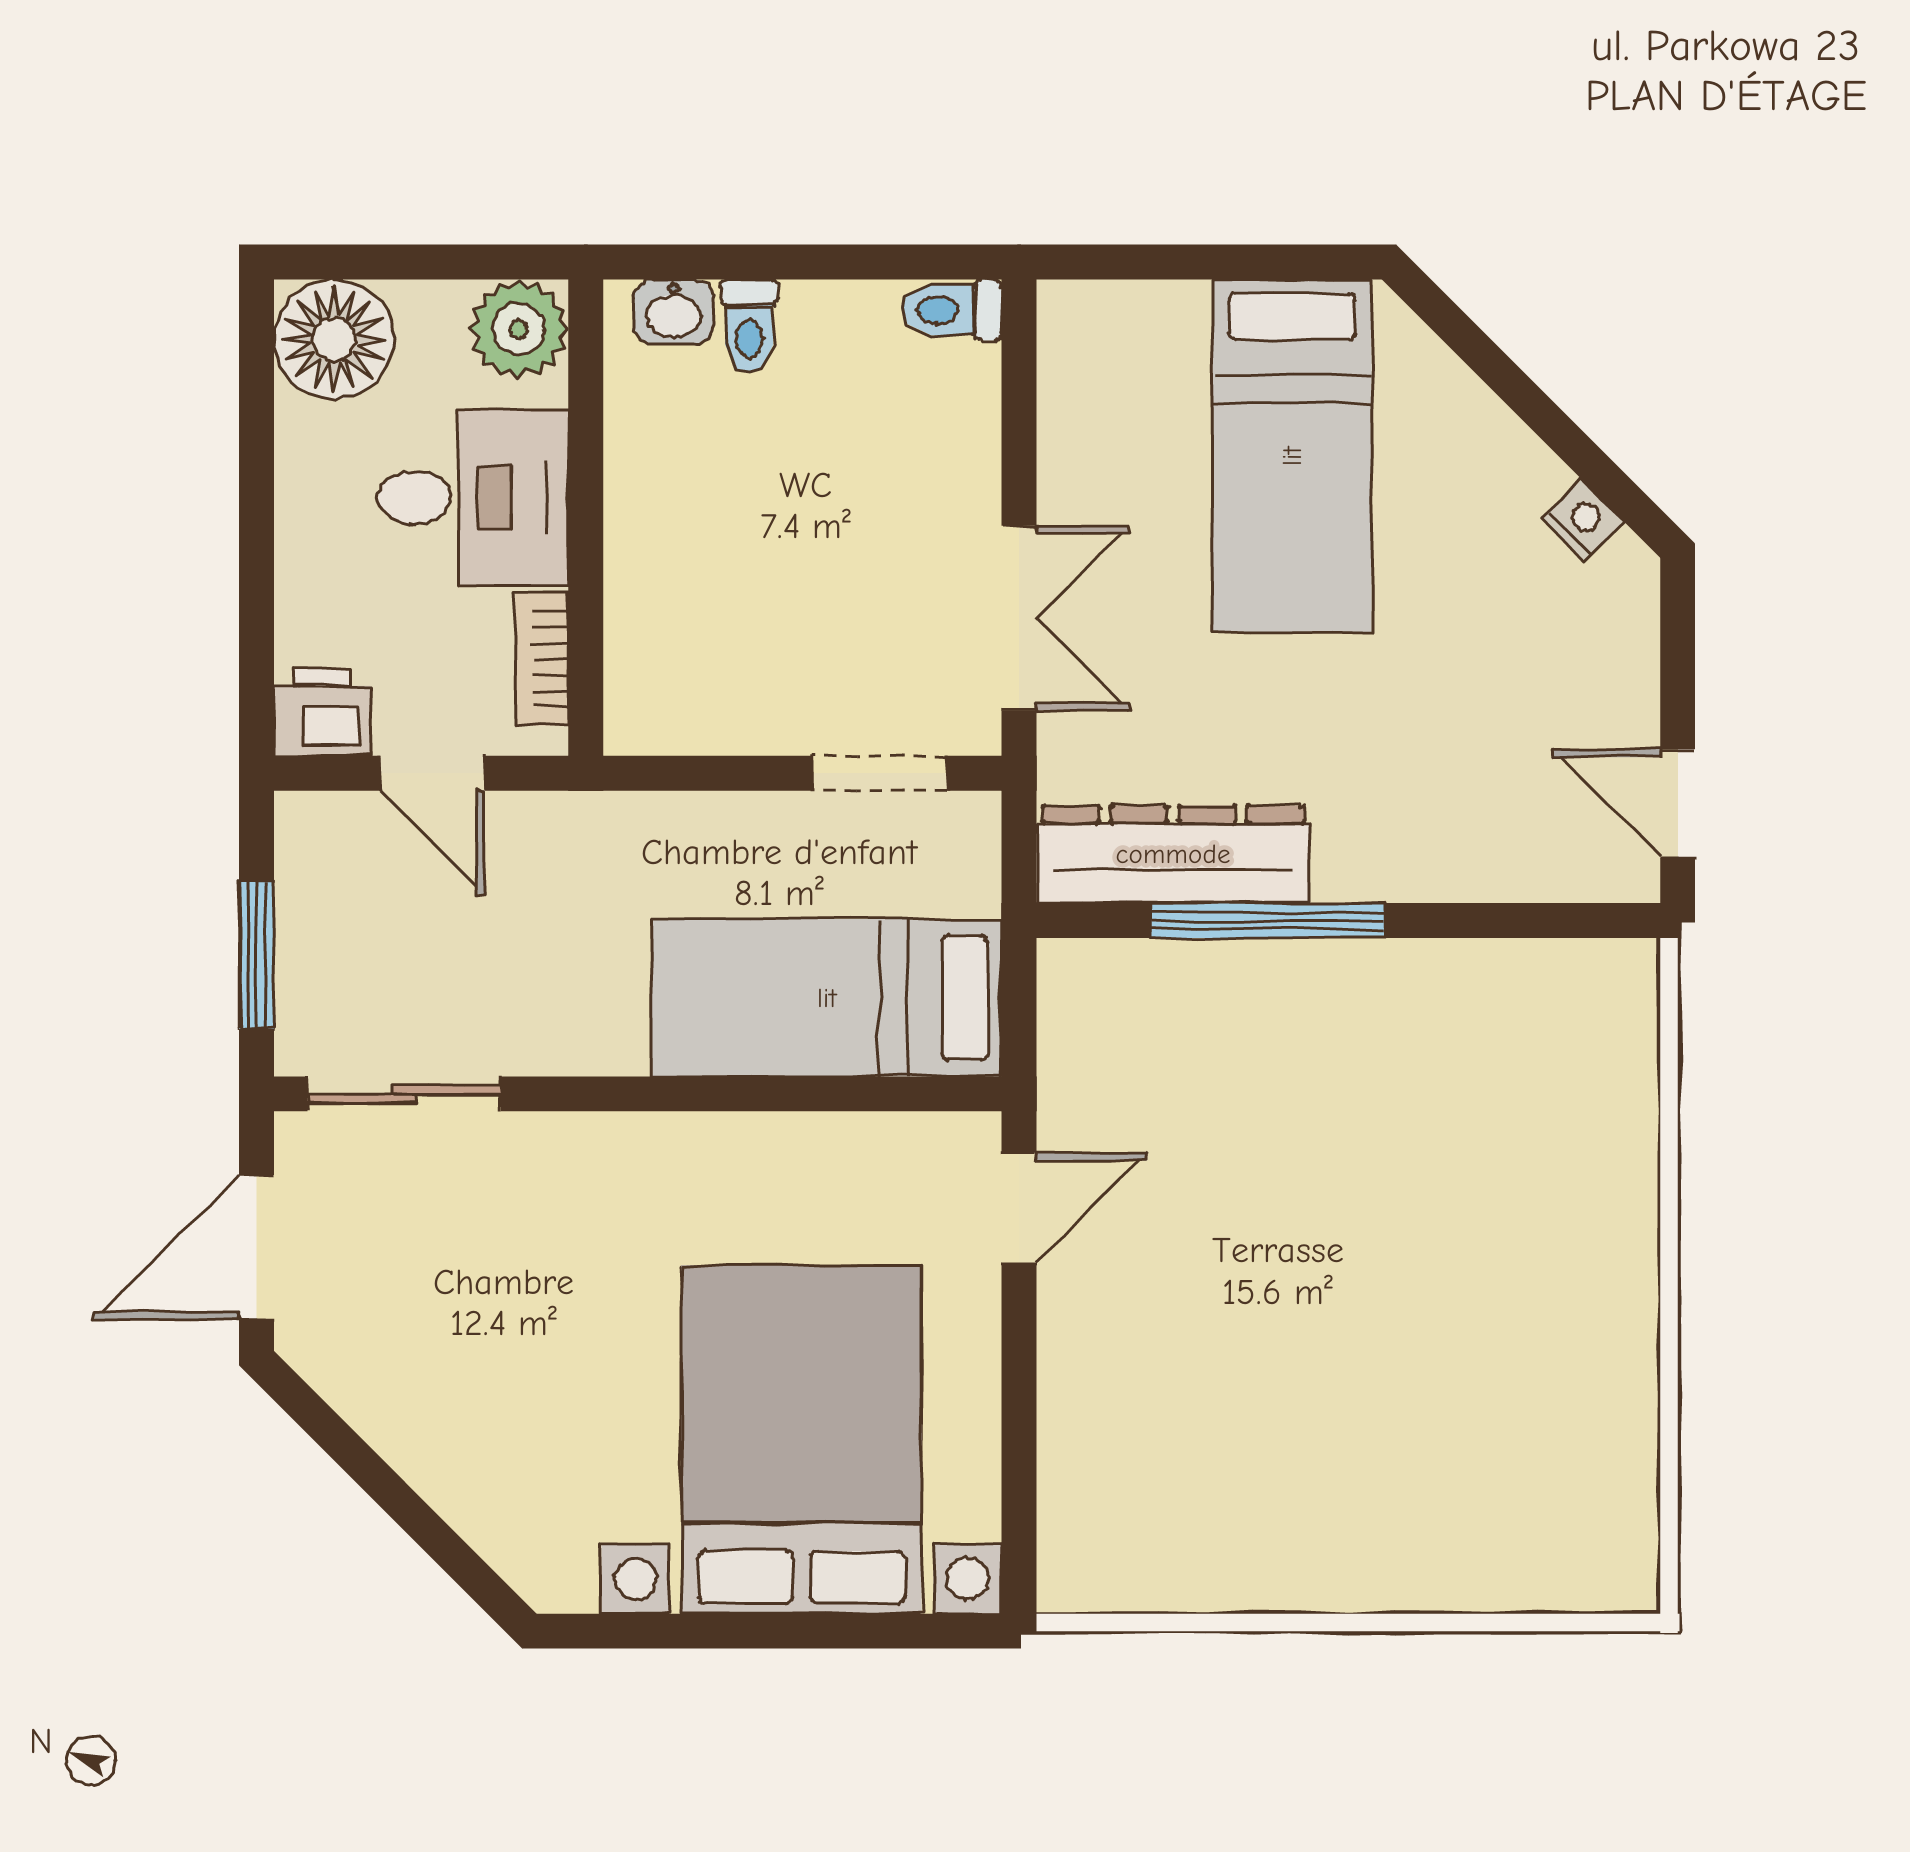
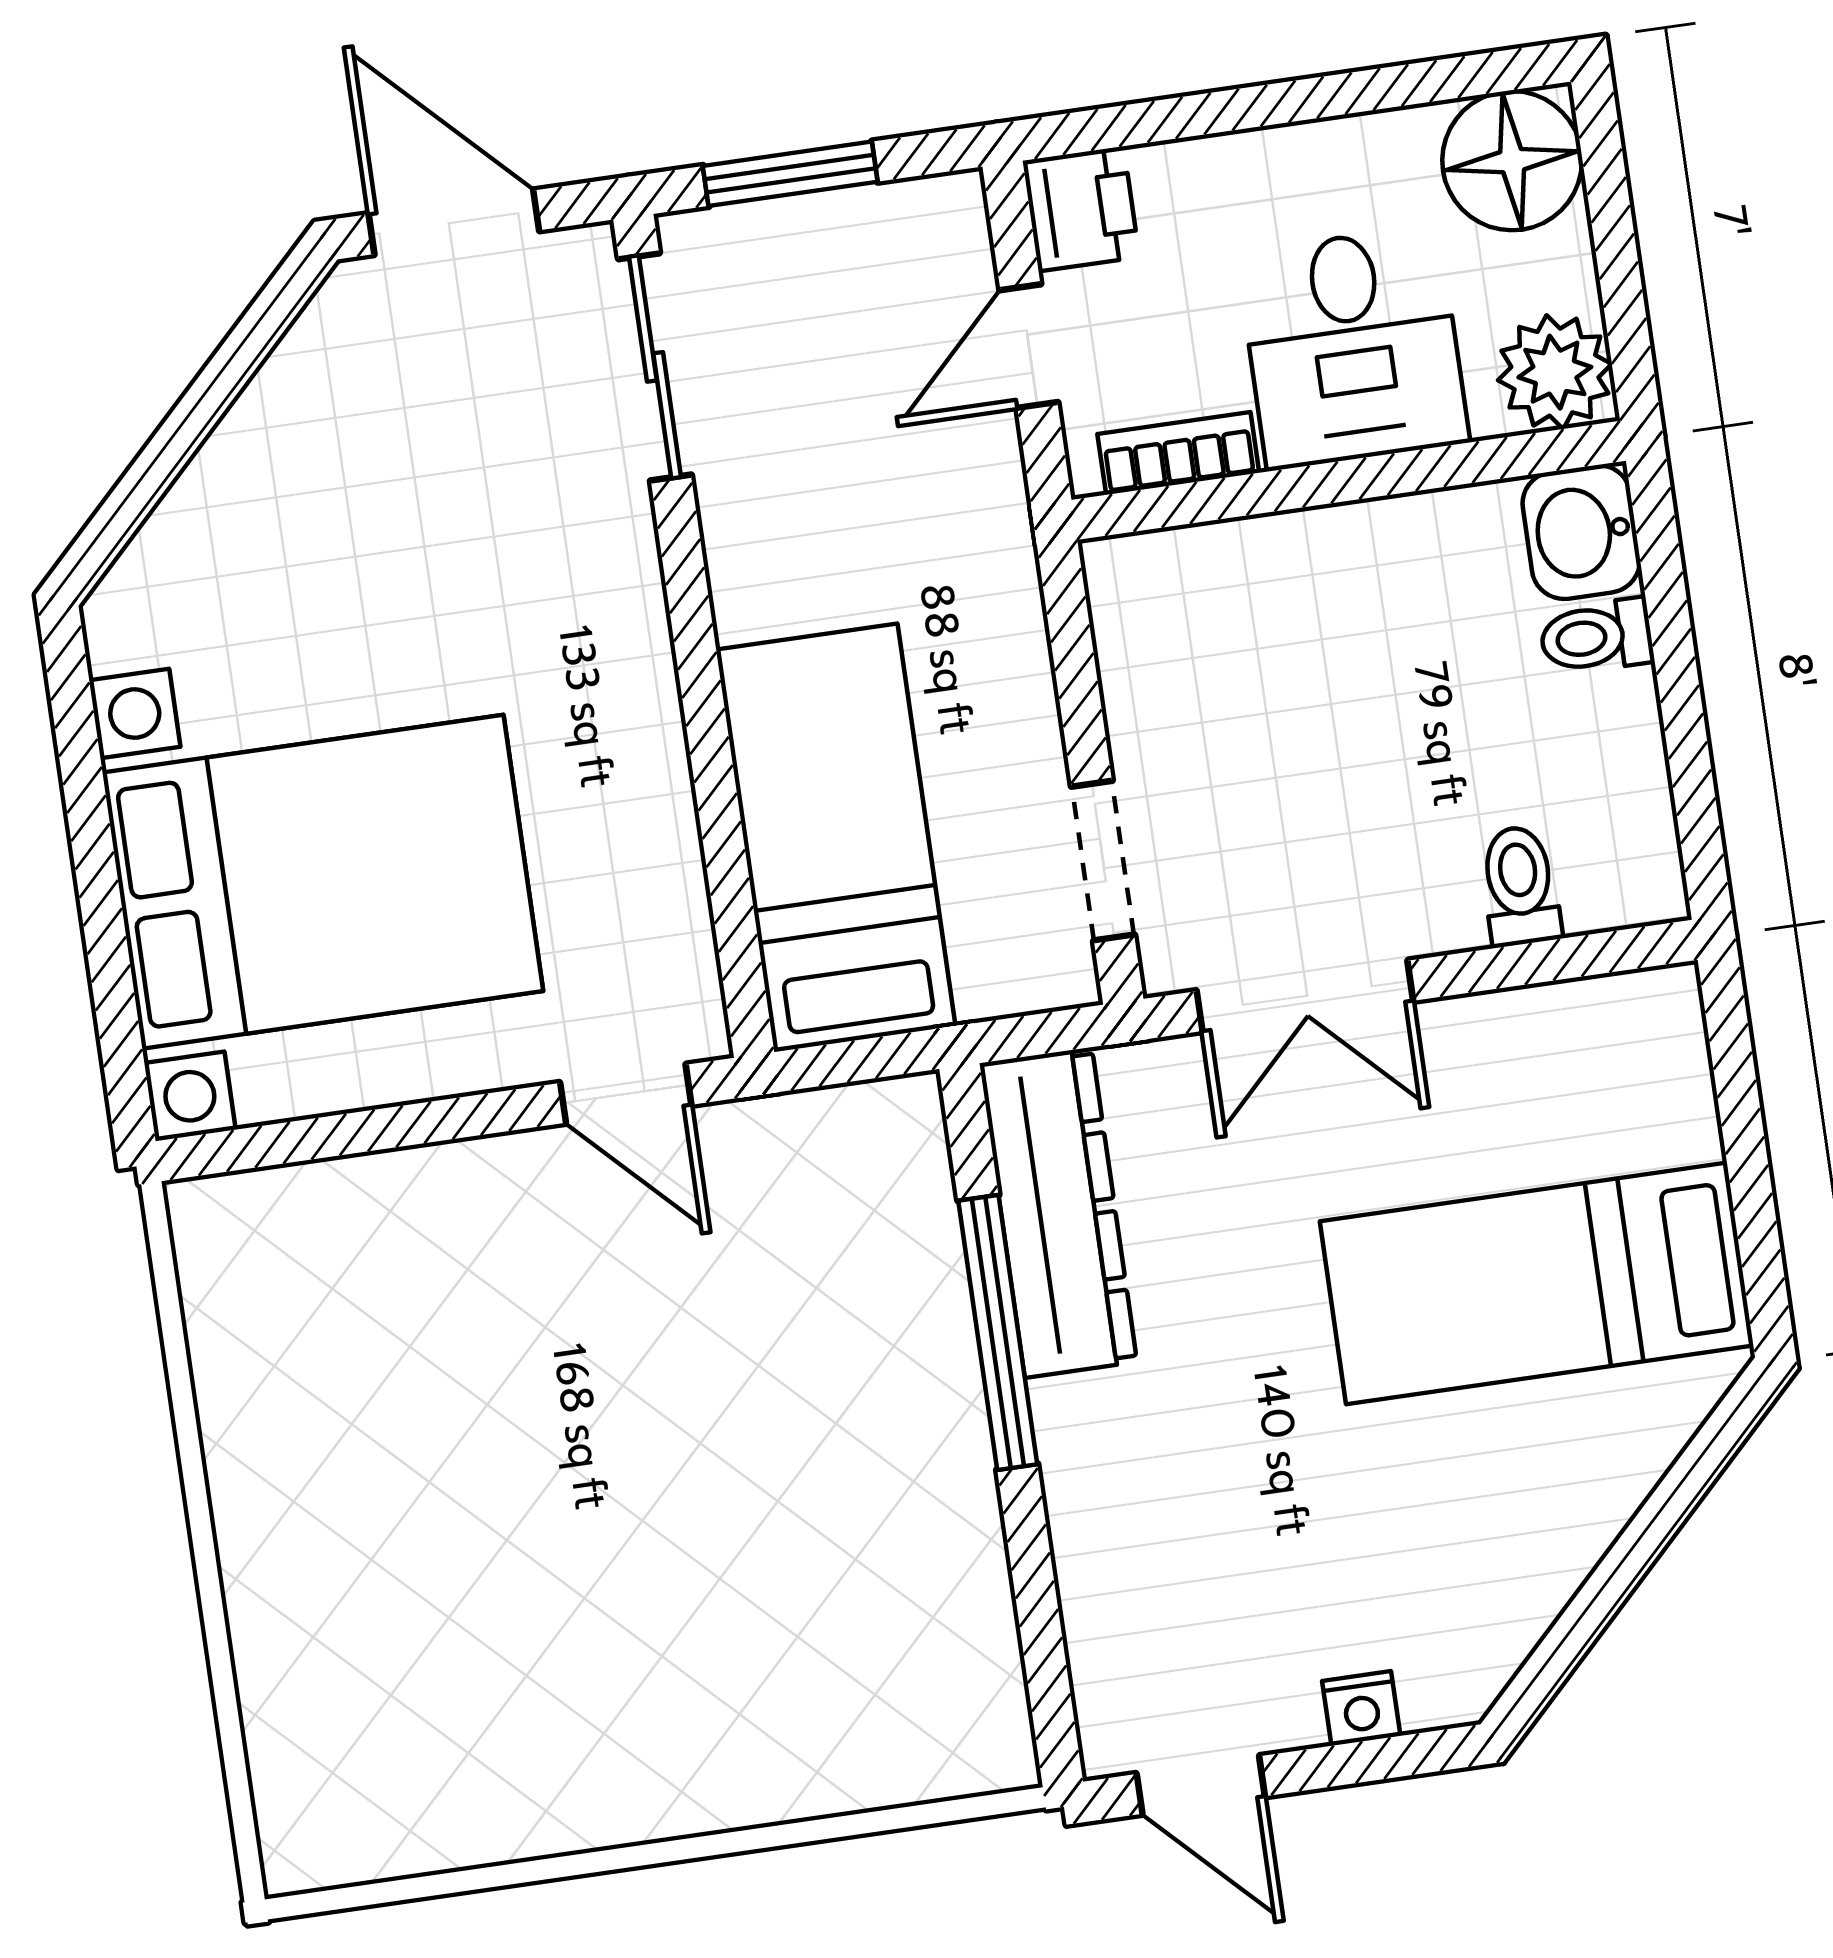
toilet: (952, 310) -> (1520, 886), moved
washbasin: (674, 312) -> (1581, 532), width x1.38, depth x1.45
nightstand: (1583, 520) -> (1361, 1708), moved, turned 45
door: (1678, 803) -> (1201, 1785), swing flipped

